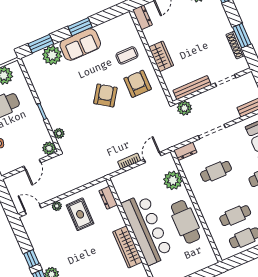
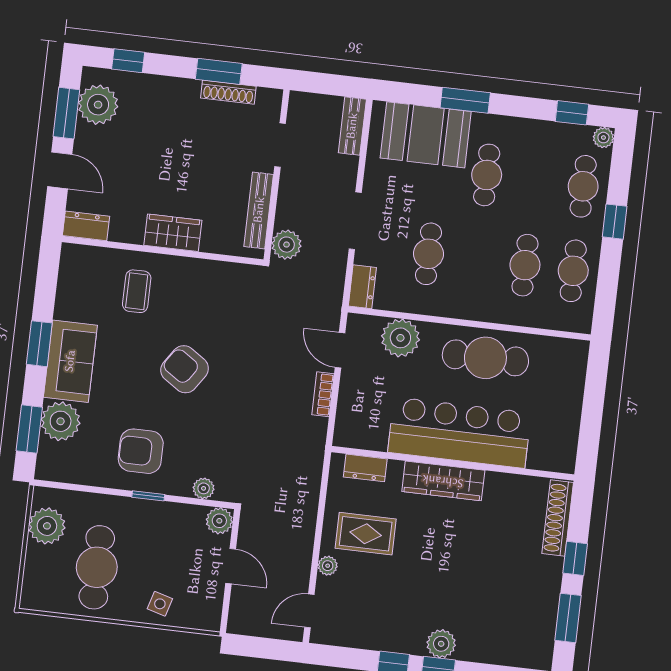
armchair: (138, 84) -> (141, 451), moved
wardrobe: (128, 247) -> (443, 481), moved

